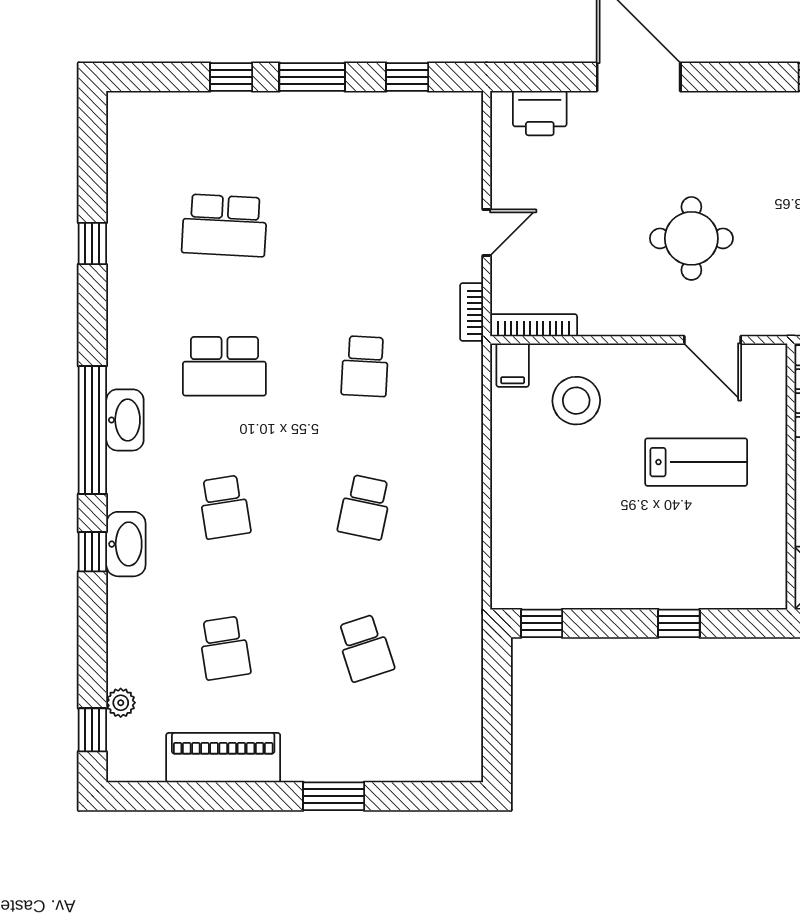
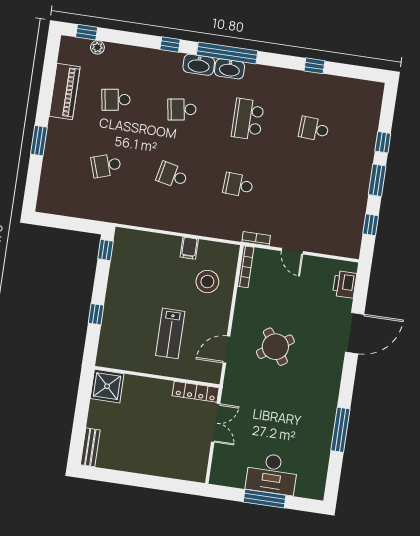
school desk: (224, 225) -> (314, 129), width x0.54
round table: (691, 238) -> (275, 347), turned -34
filing cabinet: (513, 365) -> (189, 248), moved, turned -90
washbasin: (126, 544) -> (199, 65), moved

